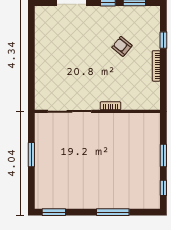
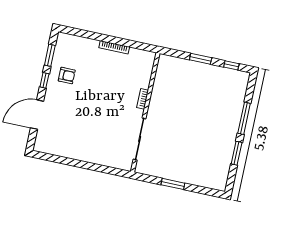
window: (163, 40) -> (91, 35), removed
armchair: (122, 46) -> (67, 76), moved, turned -129
window: (54, 212) -> (237, 153), moved

